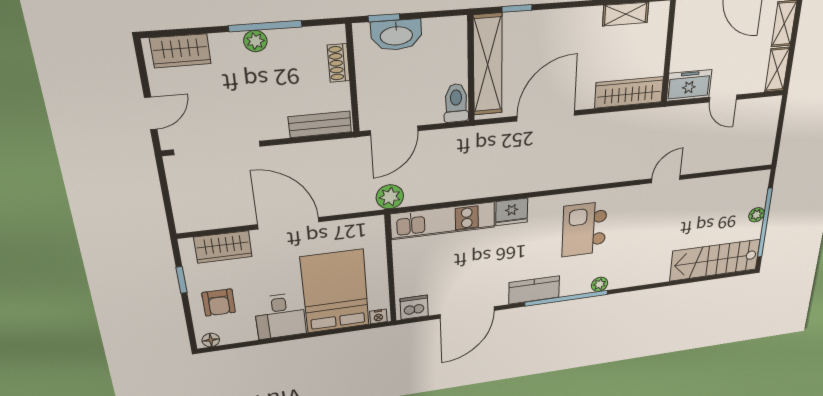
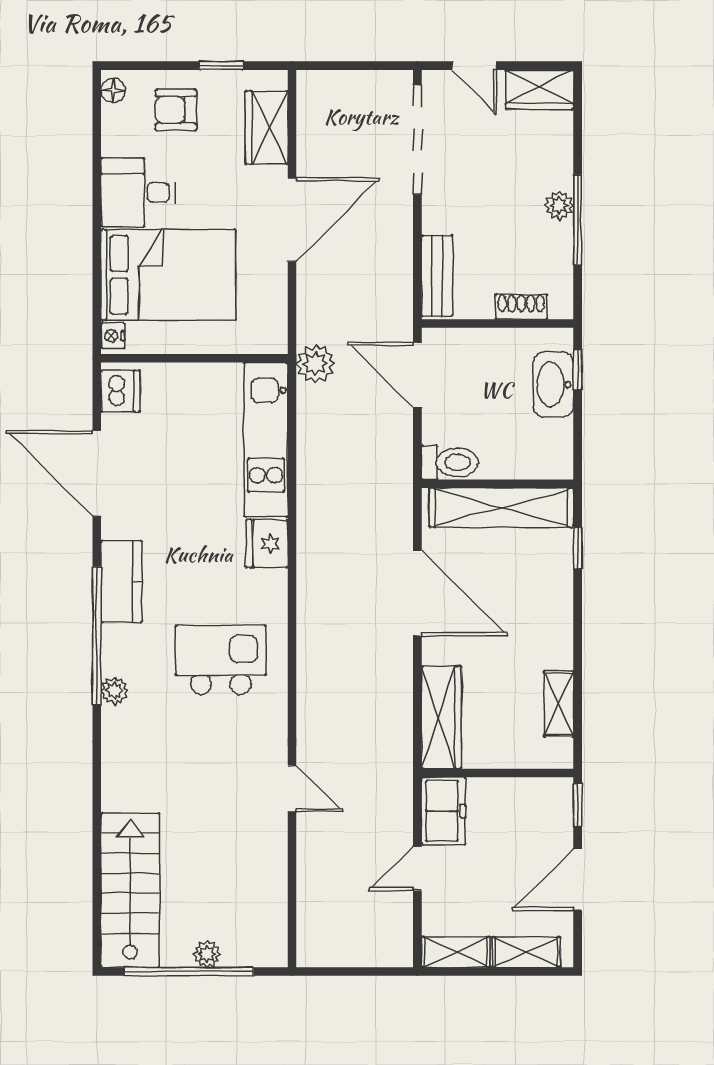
wardrobe: (180, 51) -> (540, 89), moved, turned -90

